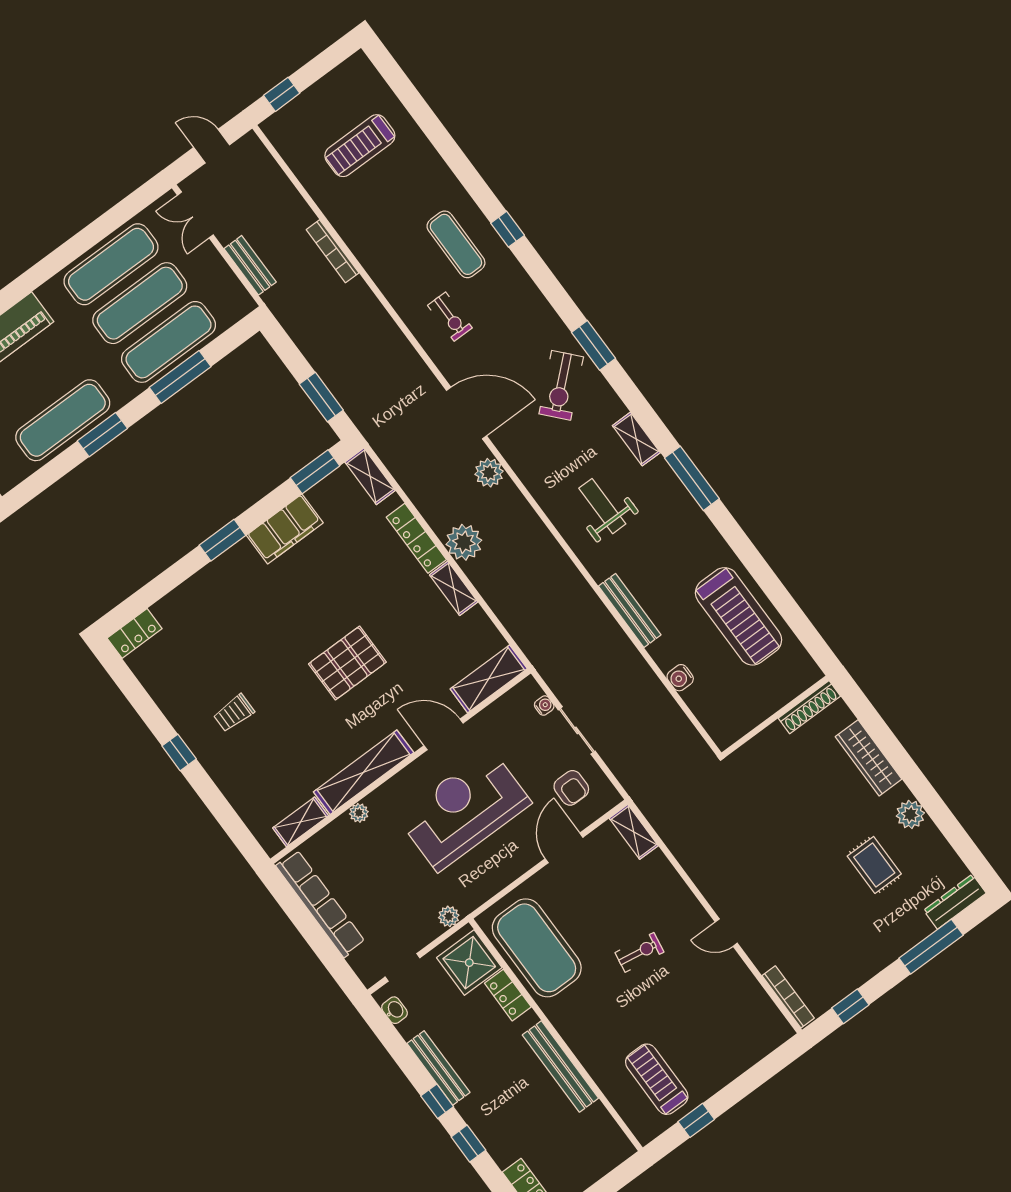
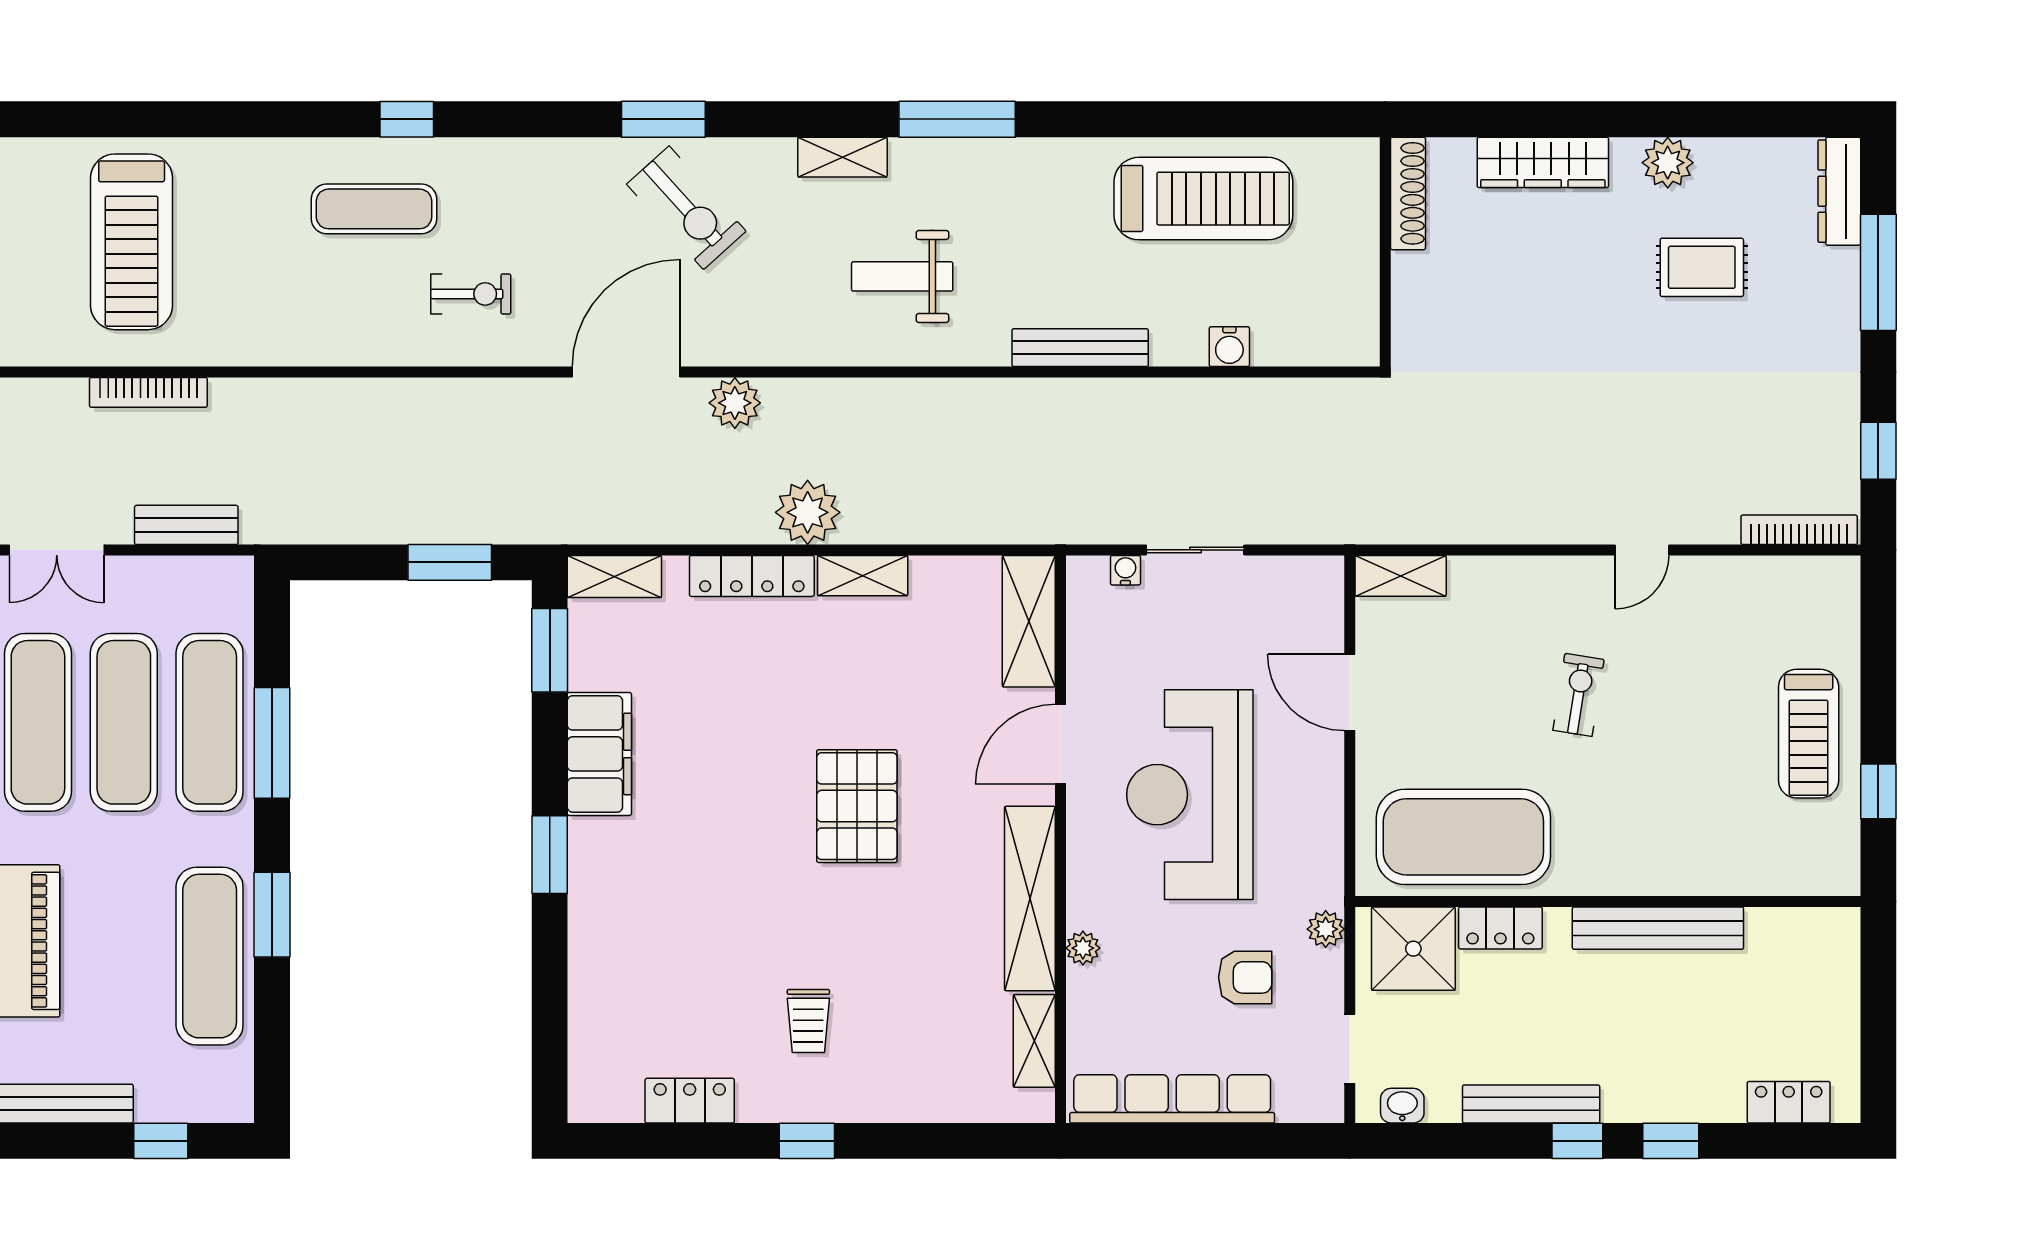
treadmill: (360, 146) -> (132, 242), width x1.37, depth x1.38
bookcase: (333, 251) -> (148, 392), moved
locker: (135, 633) -> (690, 1101), moved, turned -90
armchair: (571, 788) -> (1245, 977), moved
treadmill: (657, 1079) -> (1809, 734), moved, turned -90

